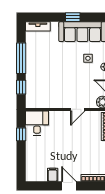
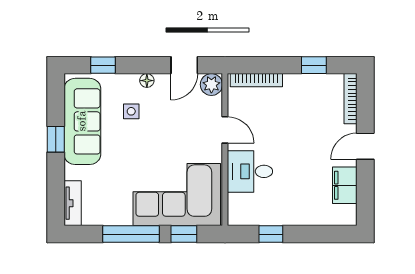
corner sofa: (43, 83) -> (177, 195), added
desk: (37, 123) -> (250, 171), moved
filing cabinet: (53, 175) -> (345, 185), width x2.00

